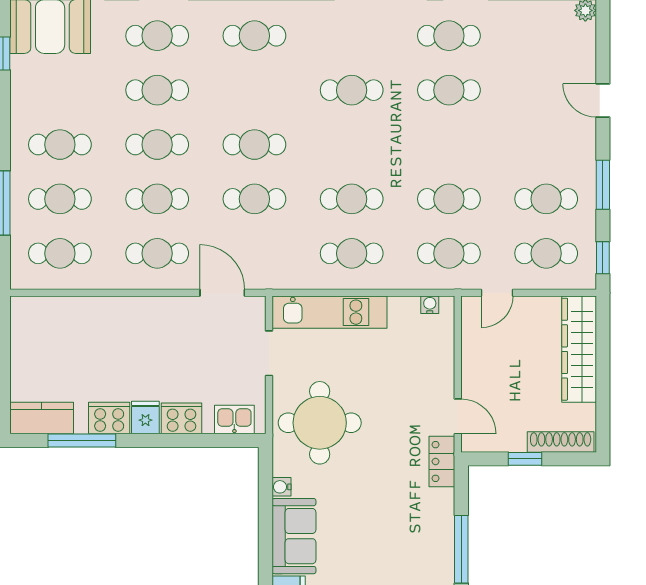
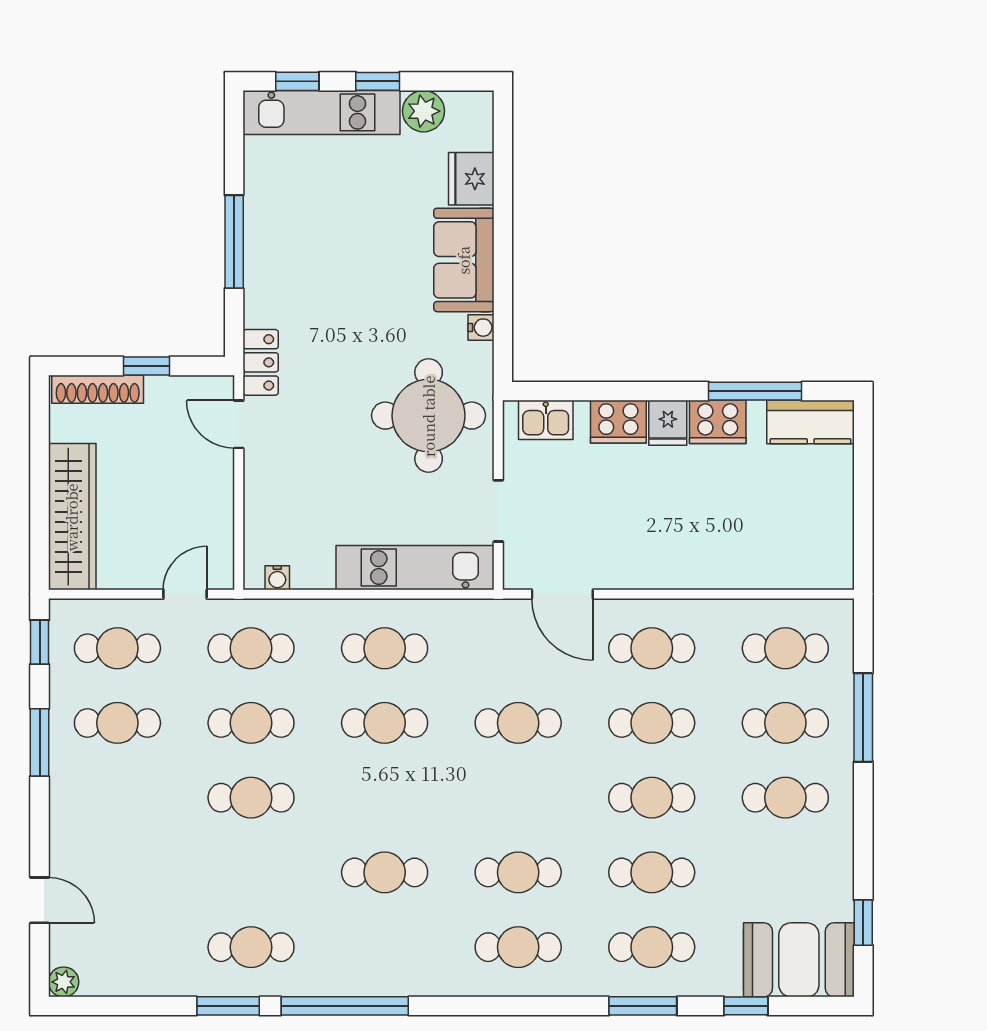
cafe table: (449, 90) -> (251, 798), moved
door: (603, 101) -> (40, 900), moved
cafe table: (254, 145) -> (518, 872), moved

